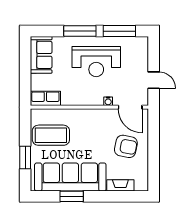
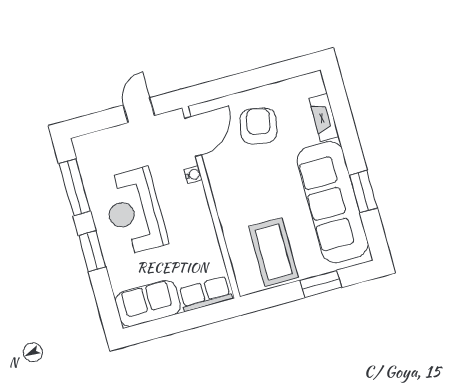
window: (80, 31) -> (92, 251), width x0.69
reception desk: (96, 62) -> (134, 211), turned 180
row of seats: (45, 98) -> (205, 294), moved, turned 90

